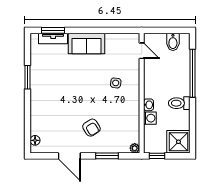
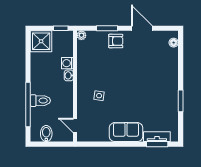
toilet: (179, 103) -> (40, 101), moved
armchair: (91, 128) -> (116, 41), moved, turned 122

